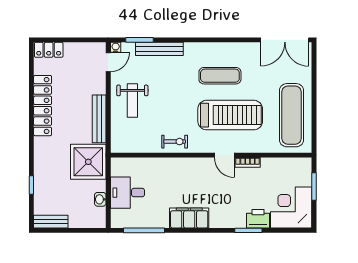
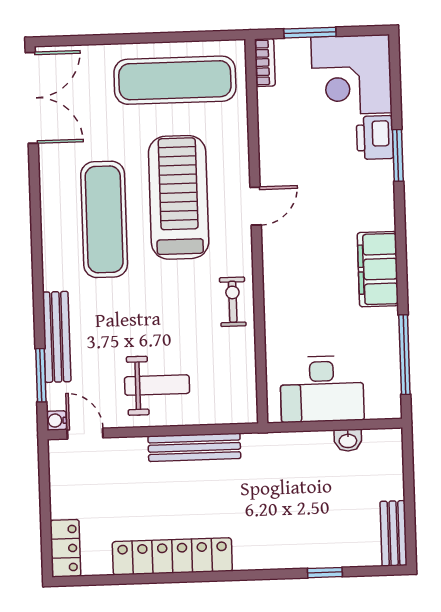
exercise mat: (220, 76) -> (104, 219), width x1.36, depth x1.45
shower: (88, 162) -> (277, 465), removed
bookcase: (248, 162) -> (265, 62), moved
desk: (128, 193) -> (322, 389), width x1.37

